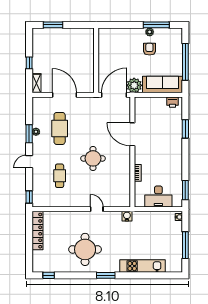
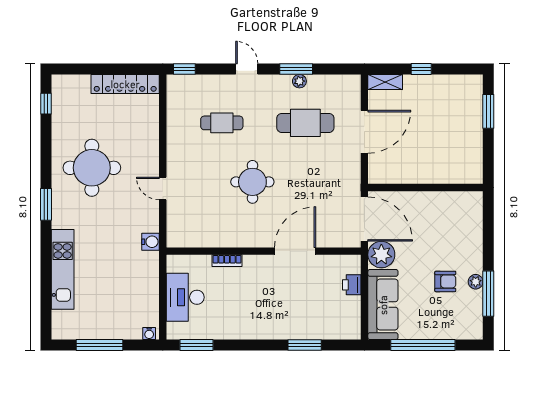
printer: (173, 102) -> (352, 285), moved
door: (97, 209) -> (163, 188), swing flipped

